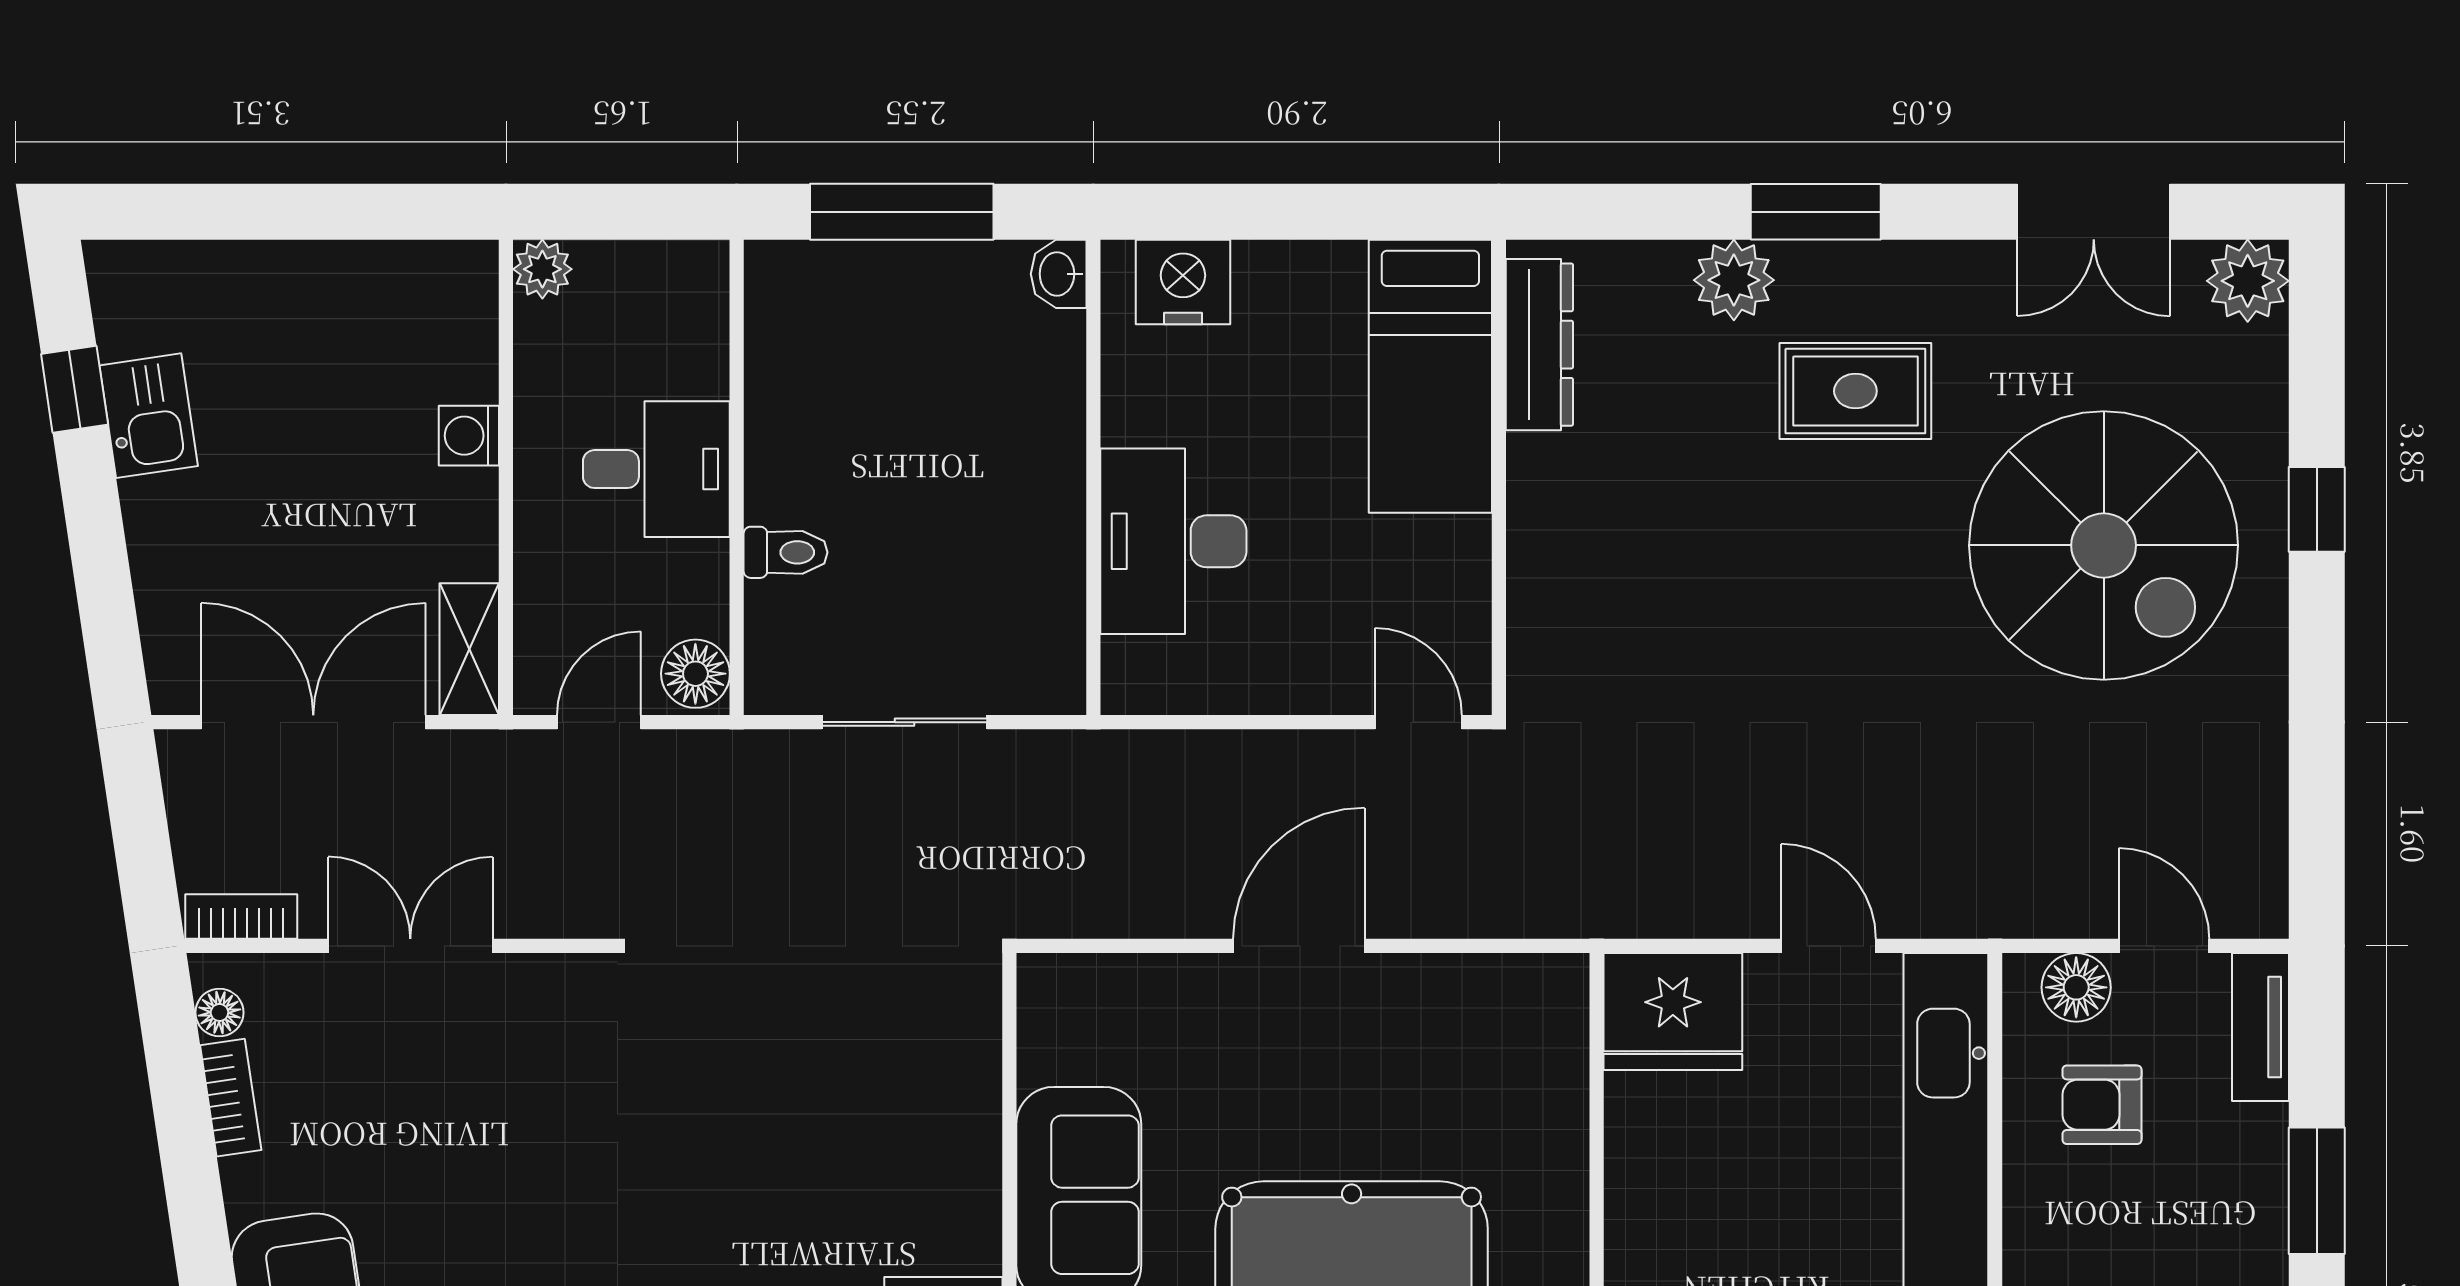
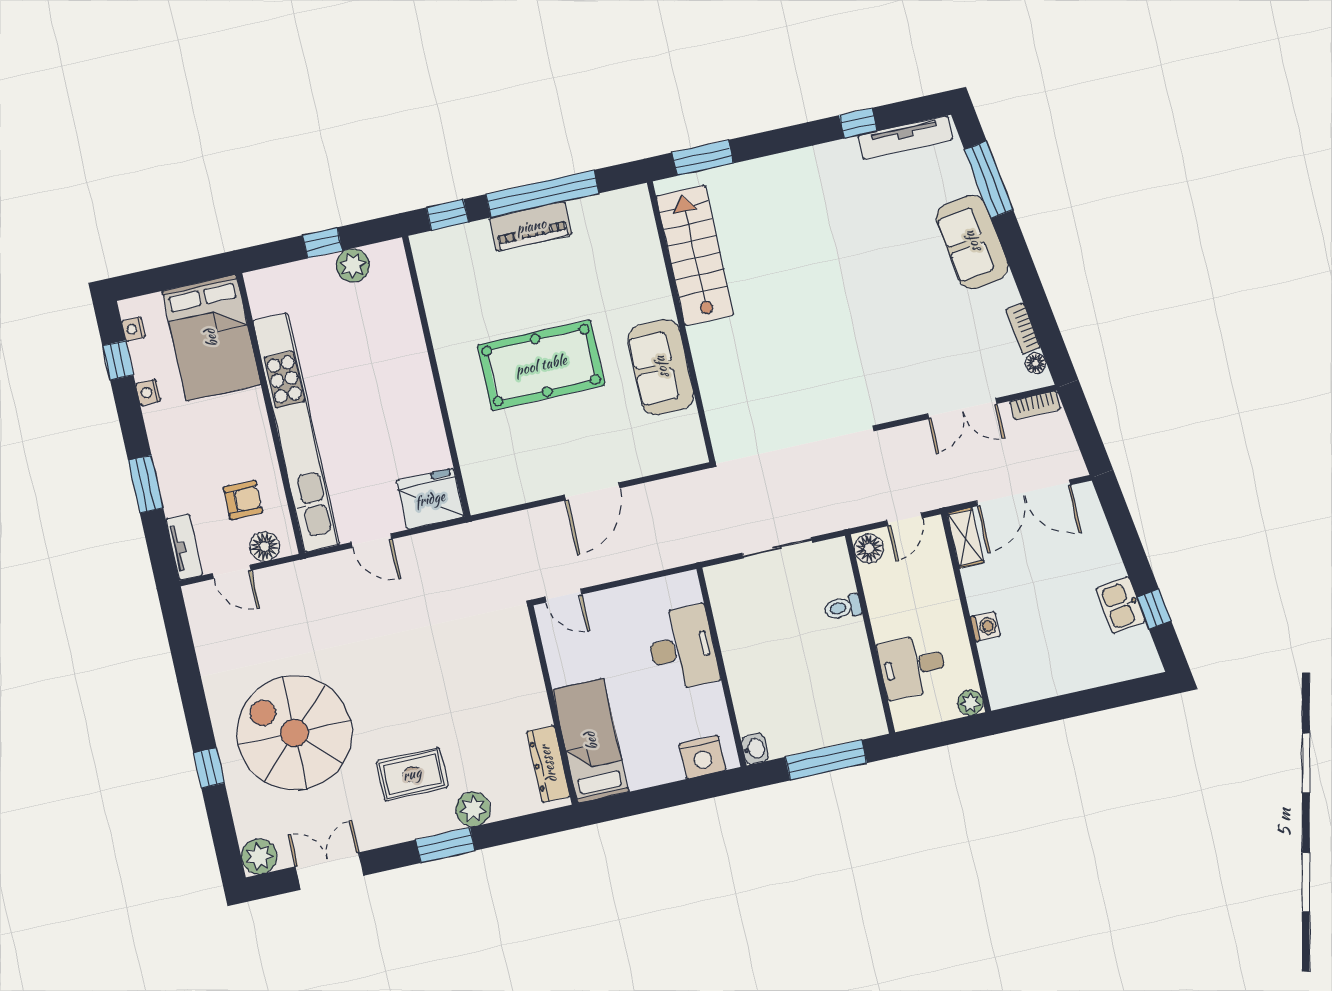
desk: (656, 469) -> (912, 666), moved

